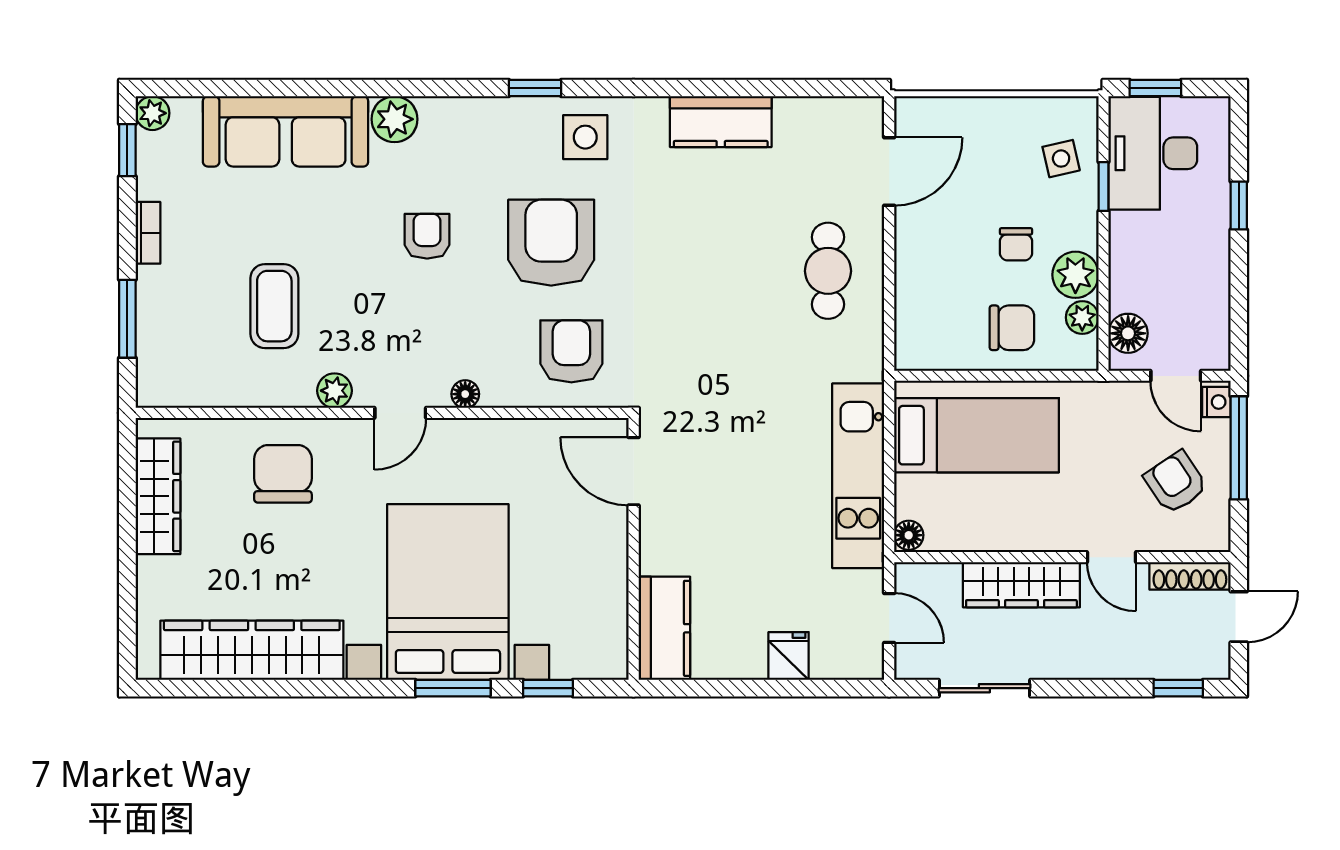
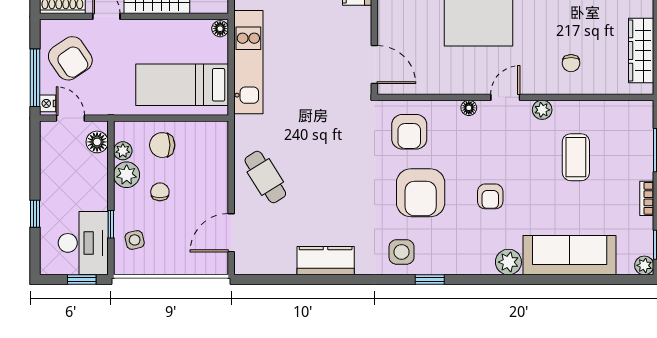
cafe table: (828, 271) -> (265, 177), turned -32
chair: (283, 474) -> (571, 63), width x0.54, depth x0.54
armchair: (1176, 482) -> (70, 58), width x1.38, depth x1.38

